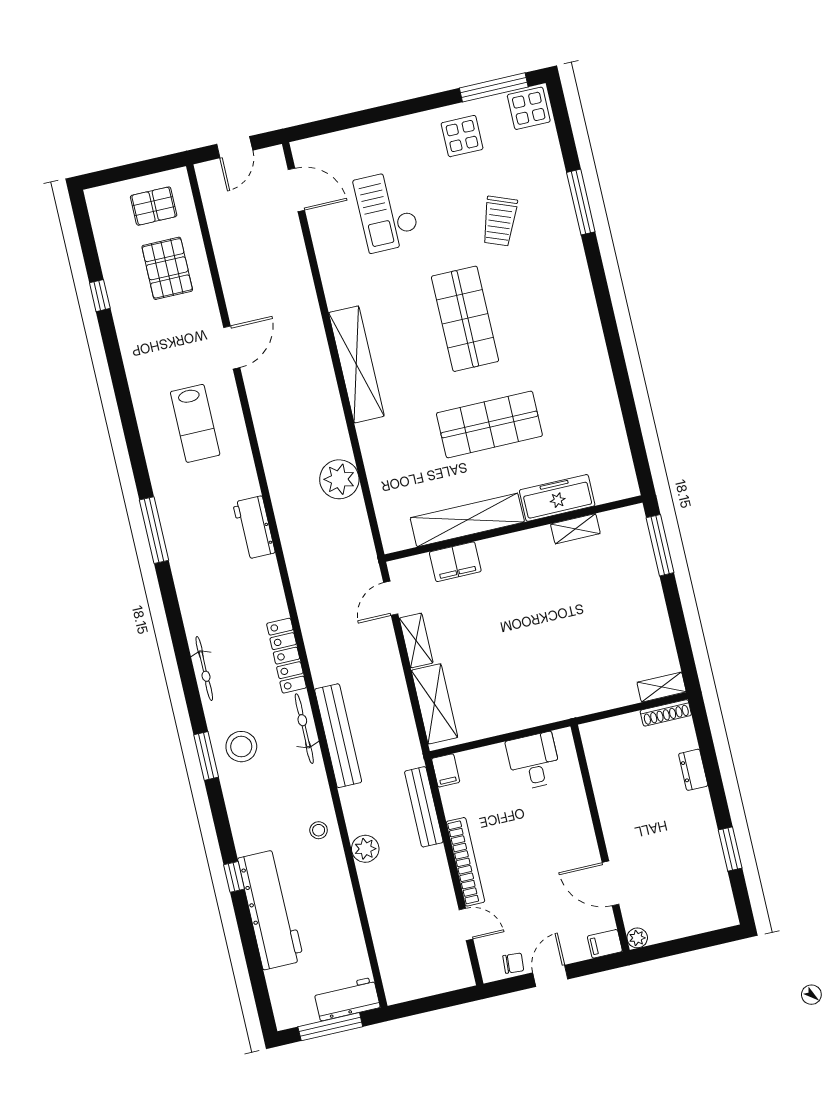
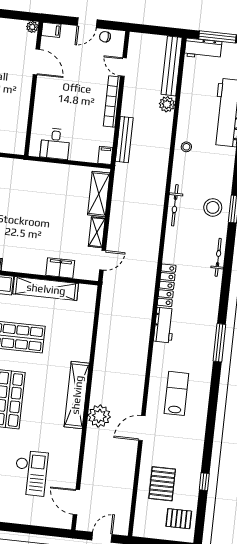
pallet: (154, 206) -> (179, 519), moved
plant: (339, 479) -> (99, 416), moved
locker: (286, 656) -> (167, 285), moved
bench: (338, 736) -> (172, 66), moved
plant: (365, 849) -> (167, 104), moved

